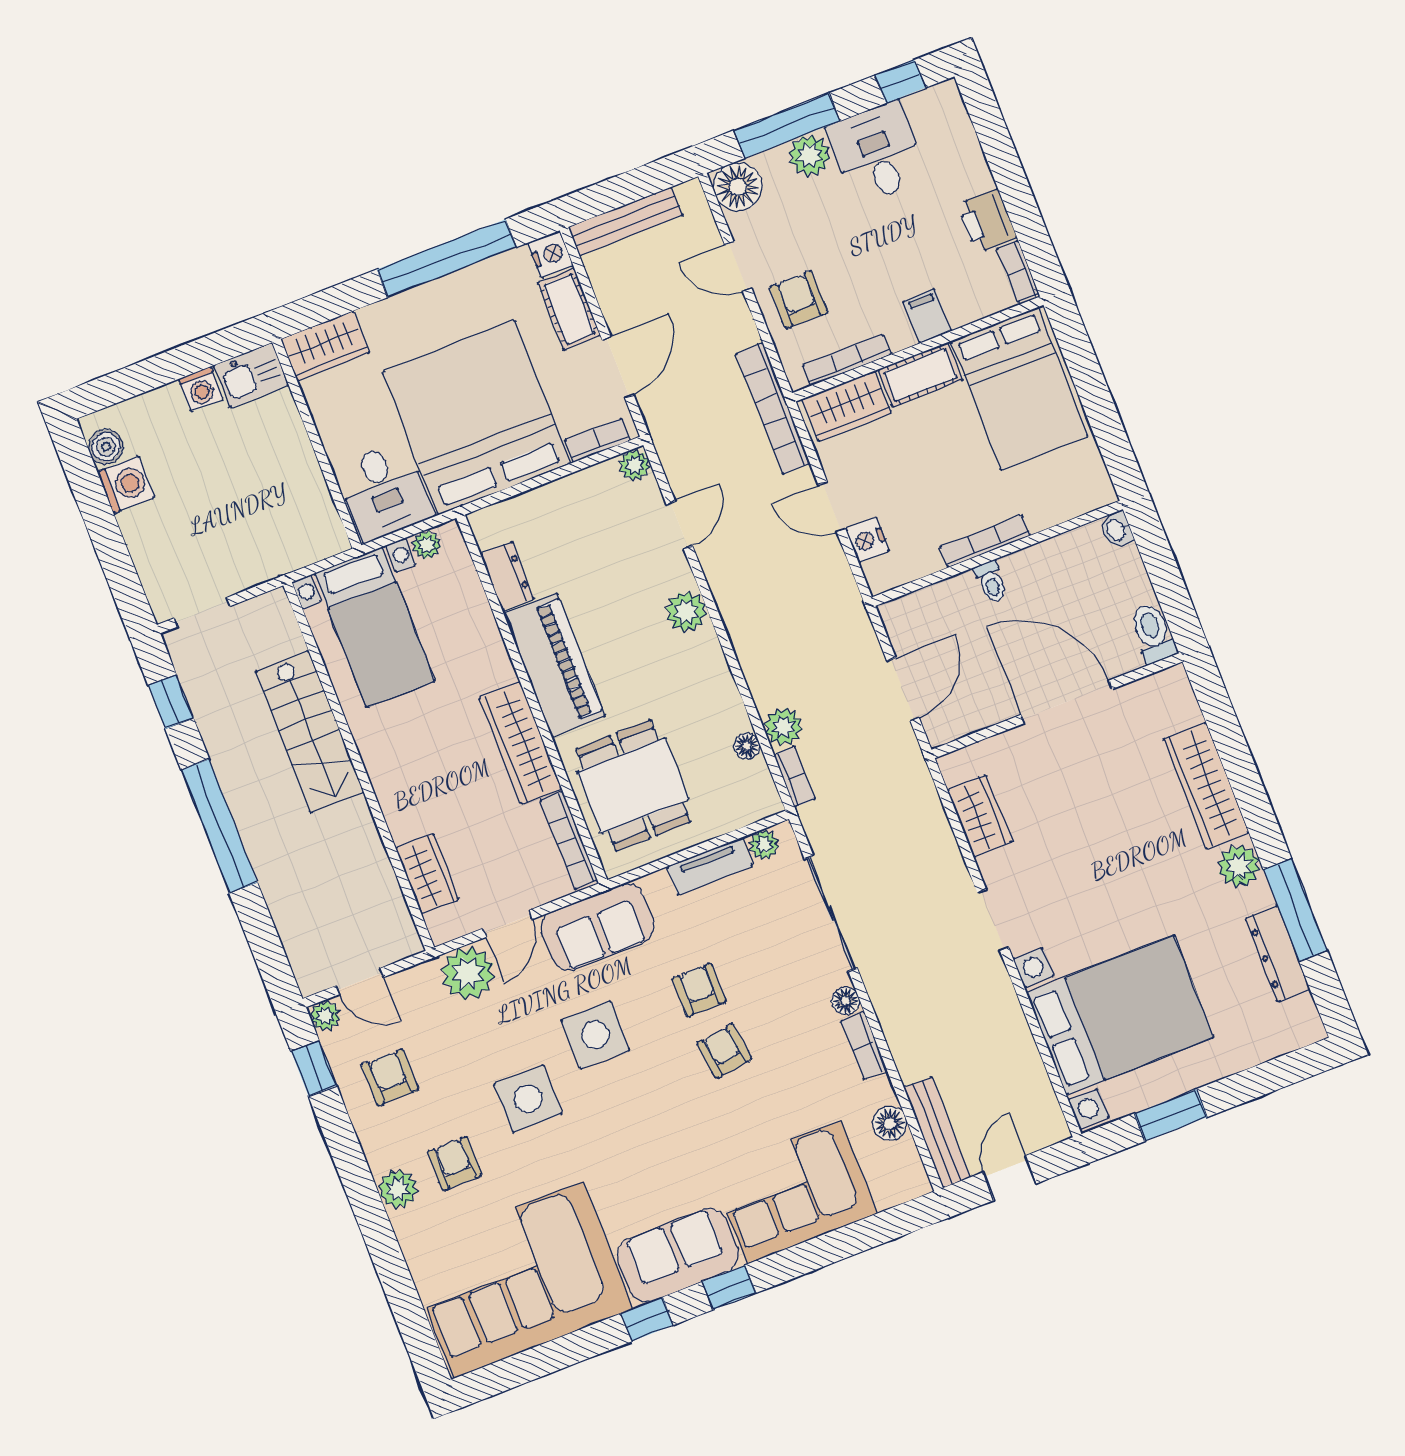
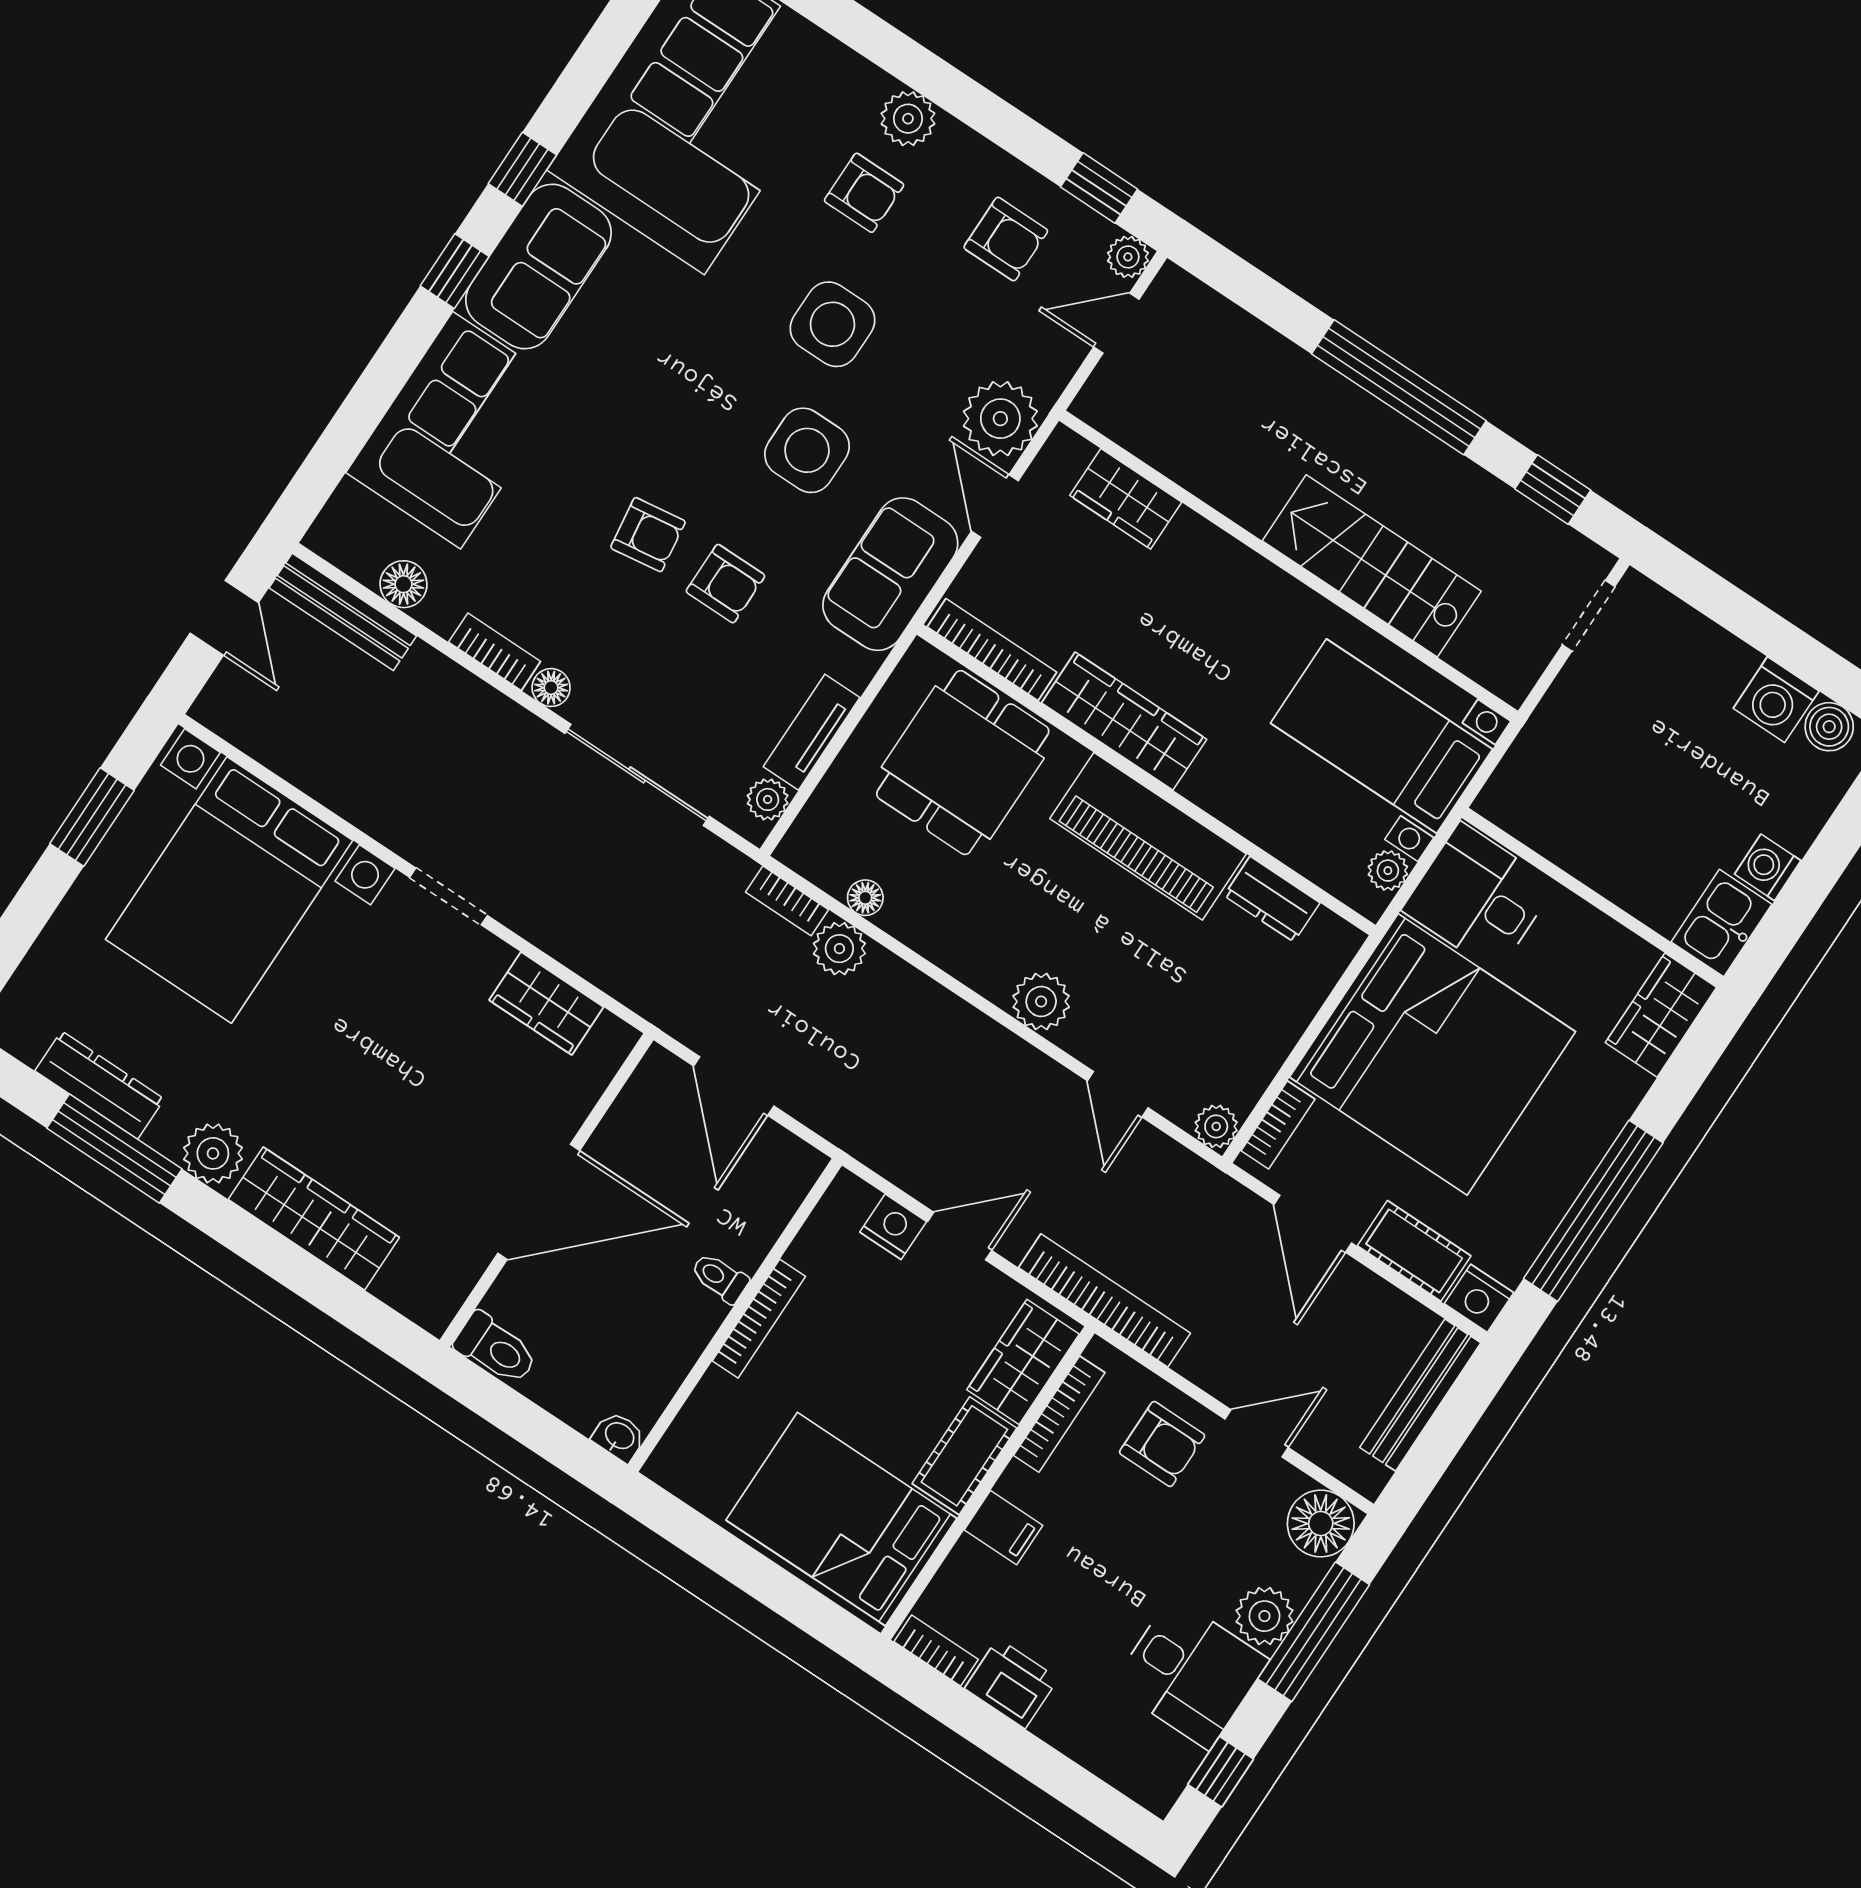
dining table: (633, 785) -> (963, 763), turned 90

